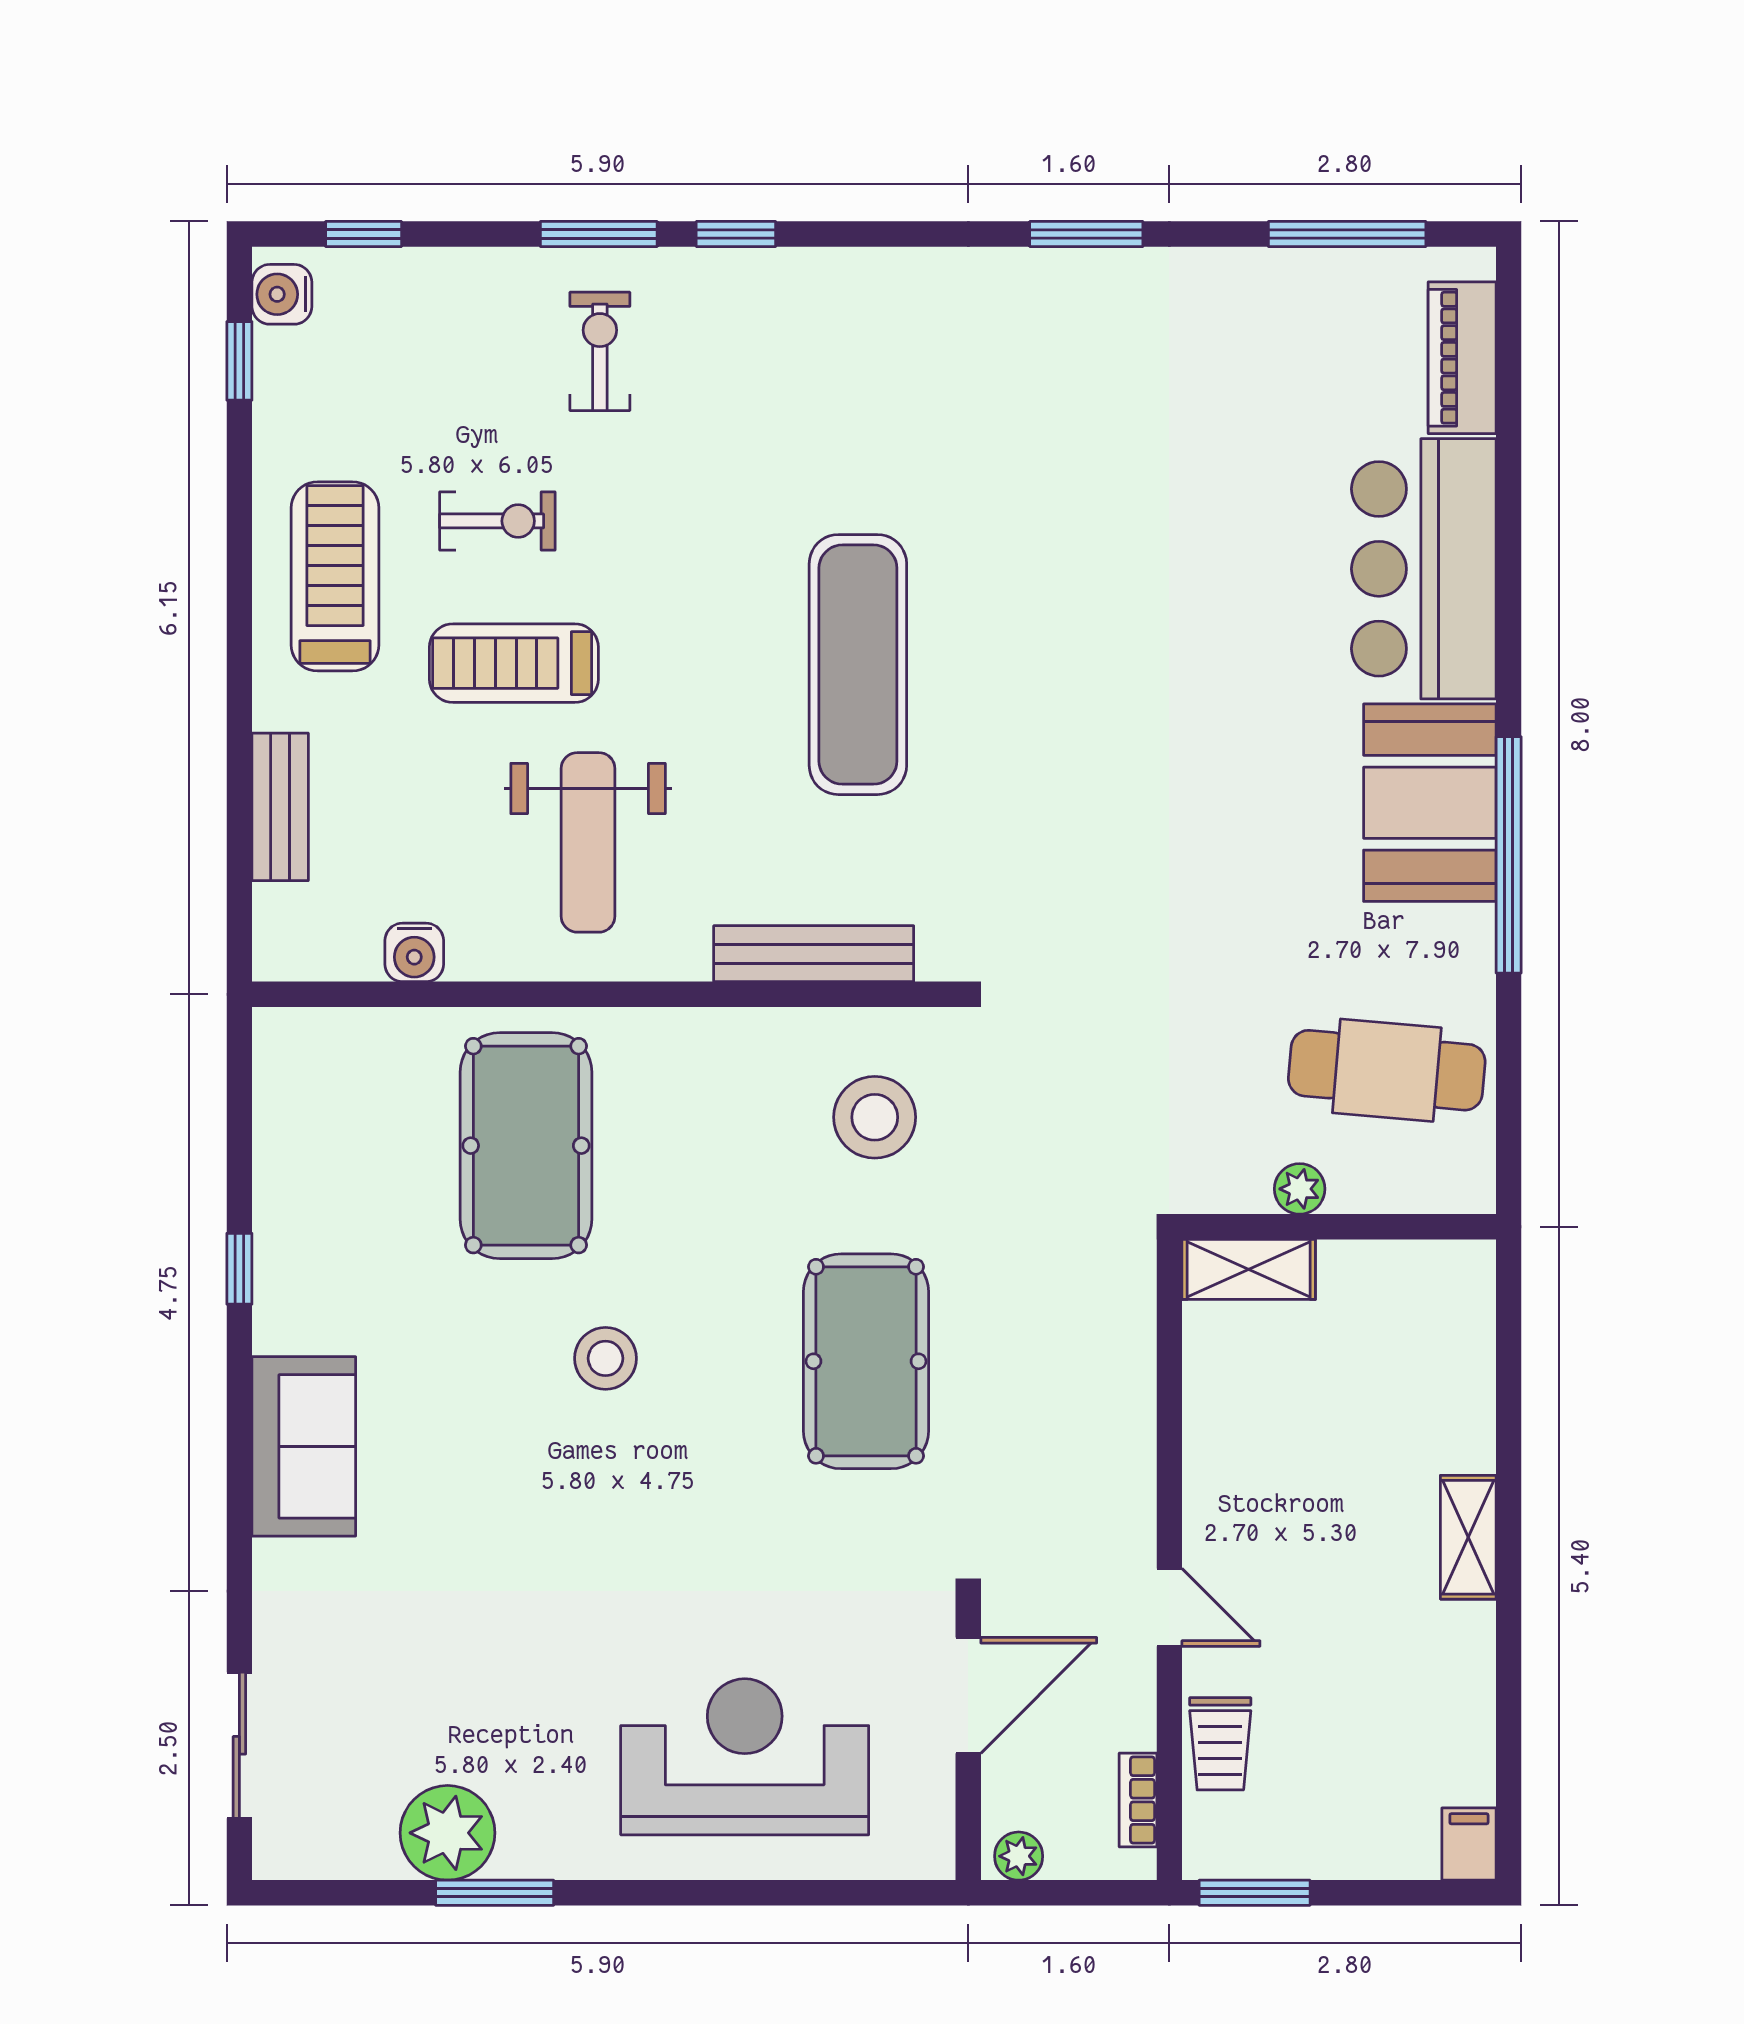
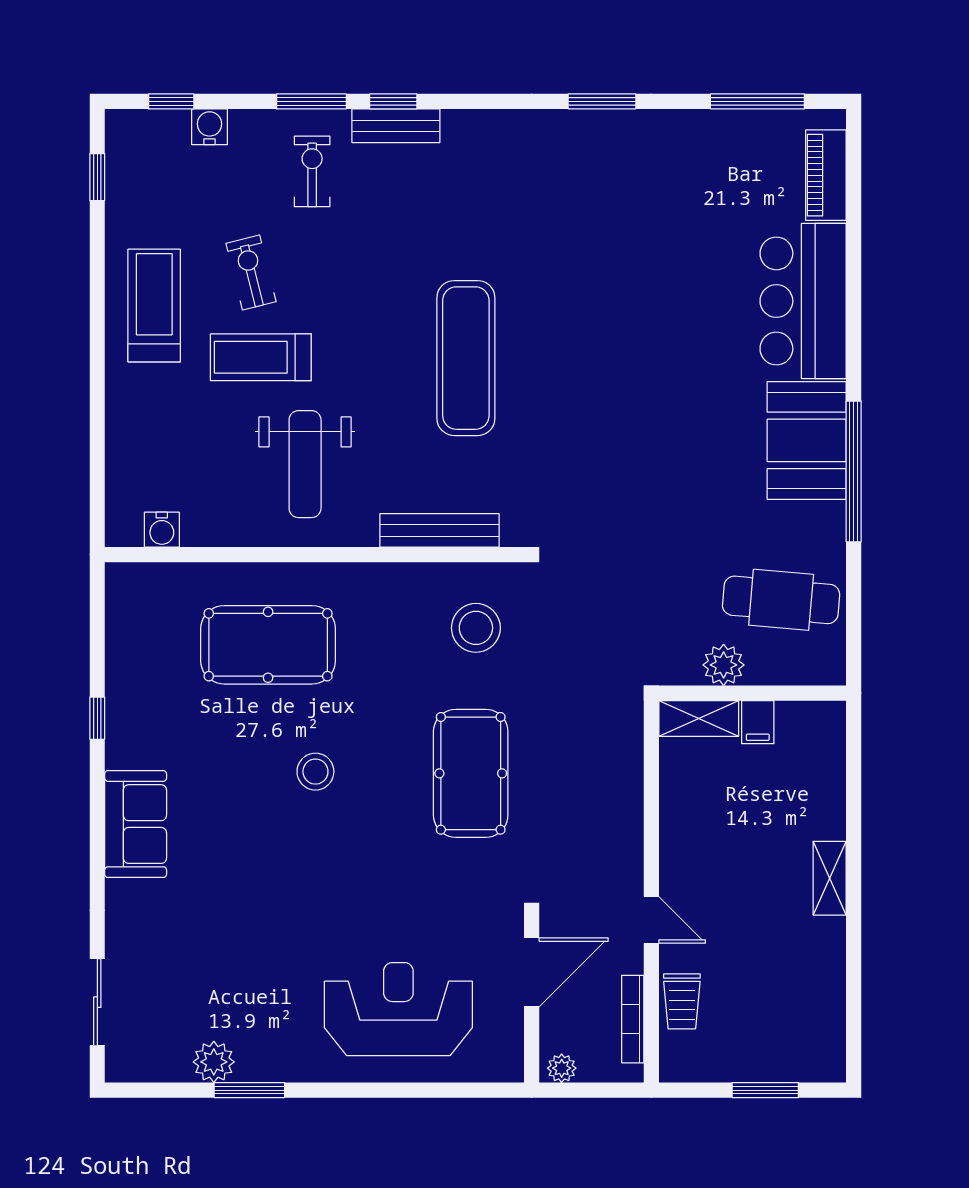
water cooler: (282, 294) -> (209, 127), moved, turned 90
exercise bike: (497, 521) -> (251, 272), turned -104
bench: (280, 807) -> (396, 126), moved, turned 90
water cooler: (414, 952) -> (162, 530), moved
pool table: (526, 1146) -> (268, 645), turned 90
plant: (1300, 1189) -> (724, 665), width x1.38, depth x1.38
bookcase: (1138, 1800) -> (633, 1019), width x1.56
plant: (448, 1833) -> (214, 1062), width x0.73, depth x0.73
filing cabinet: (1469, 1844) -> (758, 722), moved, turned 180
window: (1255, 1893) -> (765, 1090), moved

